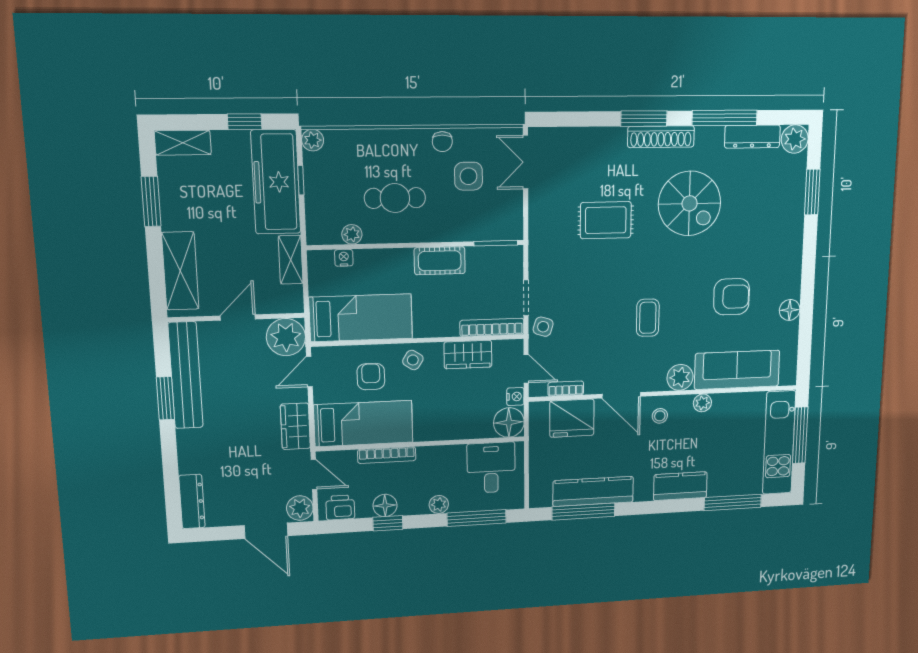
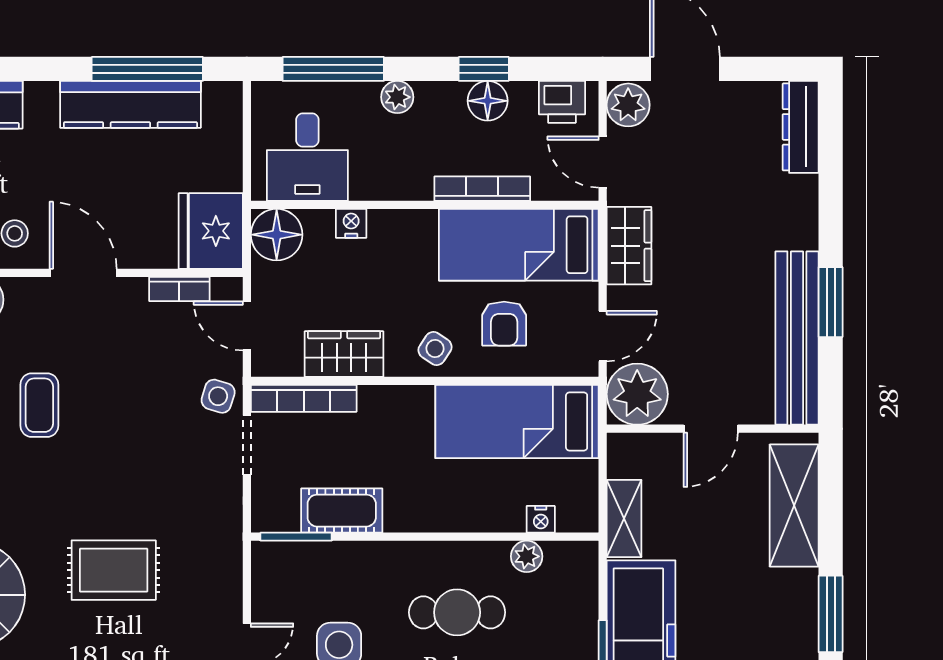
cot: (440, 261) -> (342, 511), moved
nightstand: (515, 397) -> (351, 223), moved, turned 90
fridge: (572, 418) -> (211, 231), moved, turned -90

